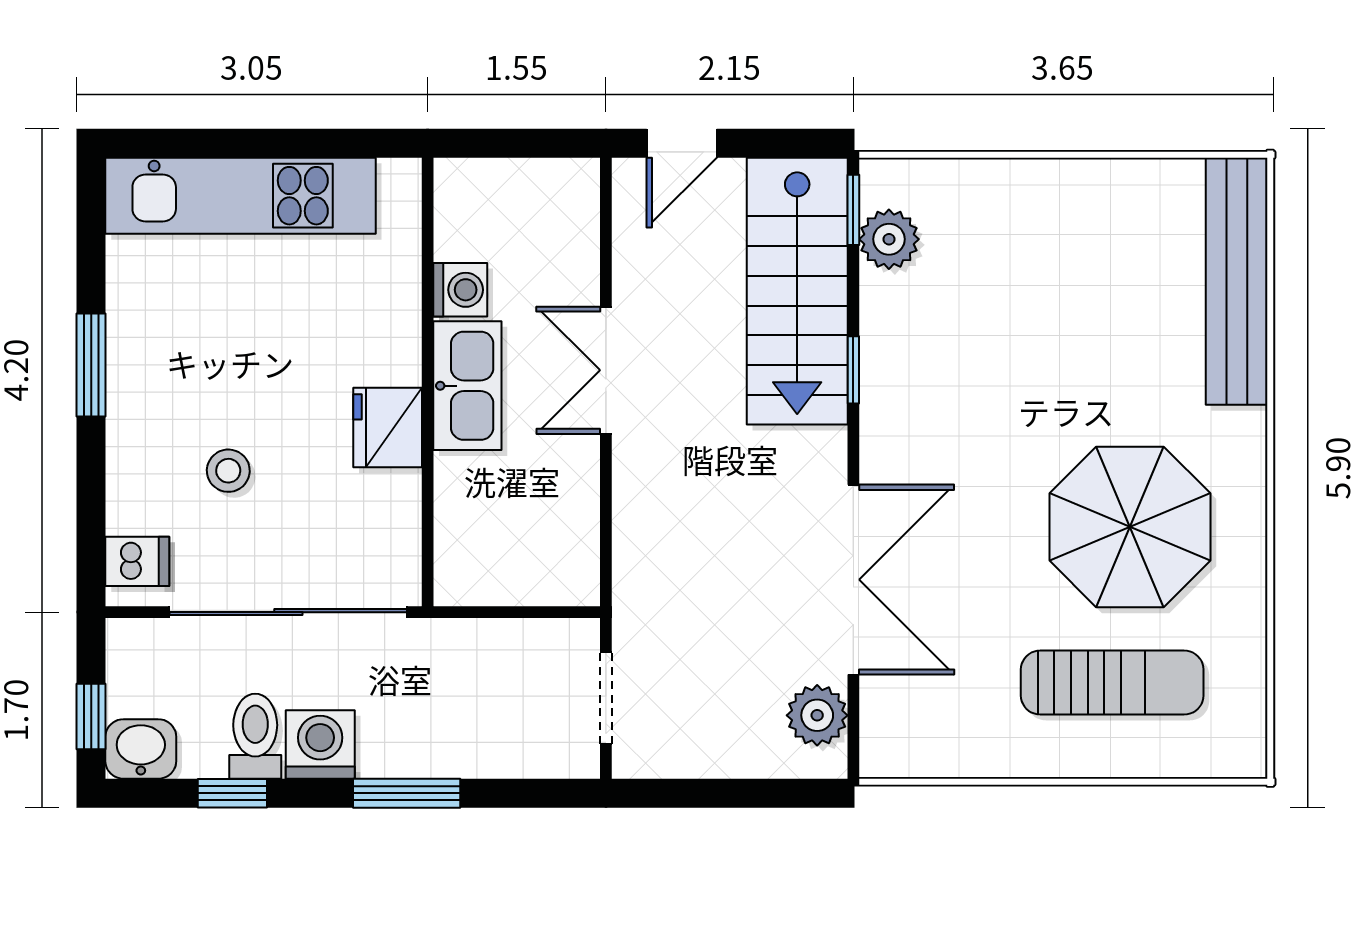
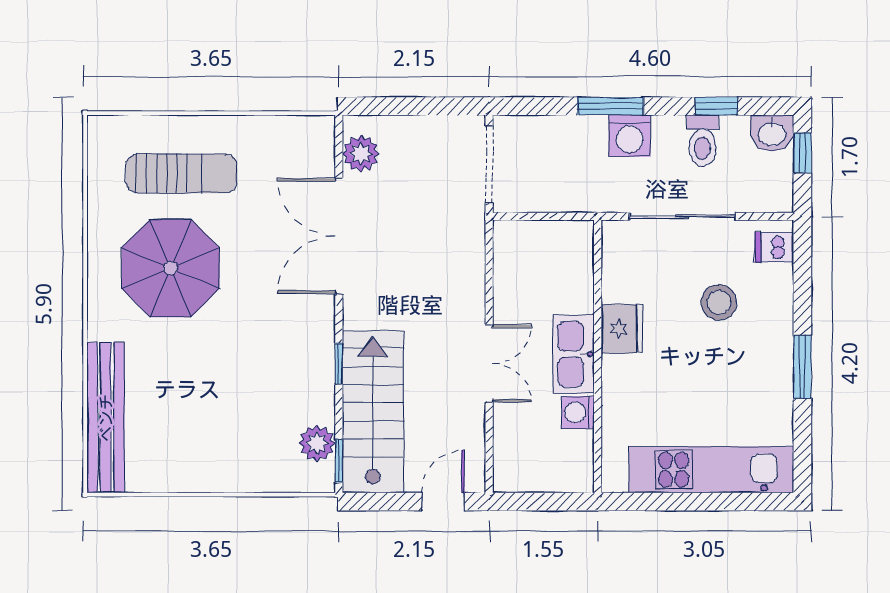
stool: (228, 471) -> (719, 302), width x1.37, depth x1.37
sliding door: (288, 612) -> (682, 216), width x0.73
sun lounger: (1112, 683) -> (181, 174), turned 180
doorway: (606, 698) -> (489, 164), width x1.38
washing machine: (320, 744) -> (630, 136), moved

